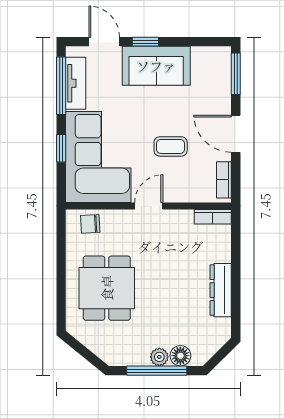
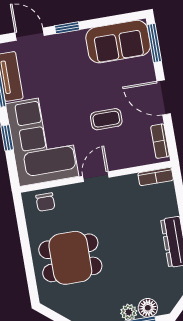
sofa: (156, 66) -> (118, 42), moved
chair: (90, 224) -> (45, 202), turned -87
dining table: (107, 288) -> (70, 258), turned 90

